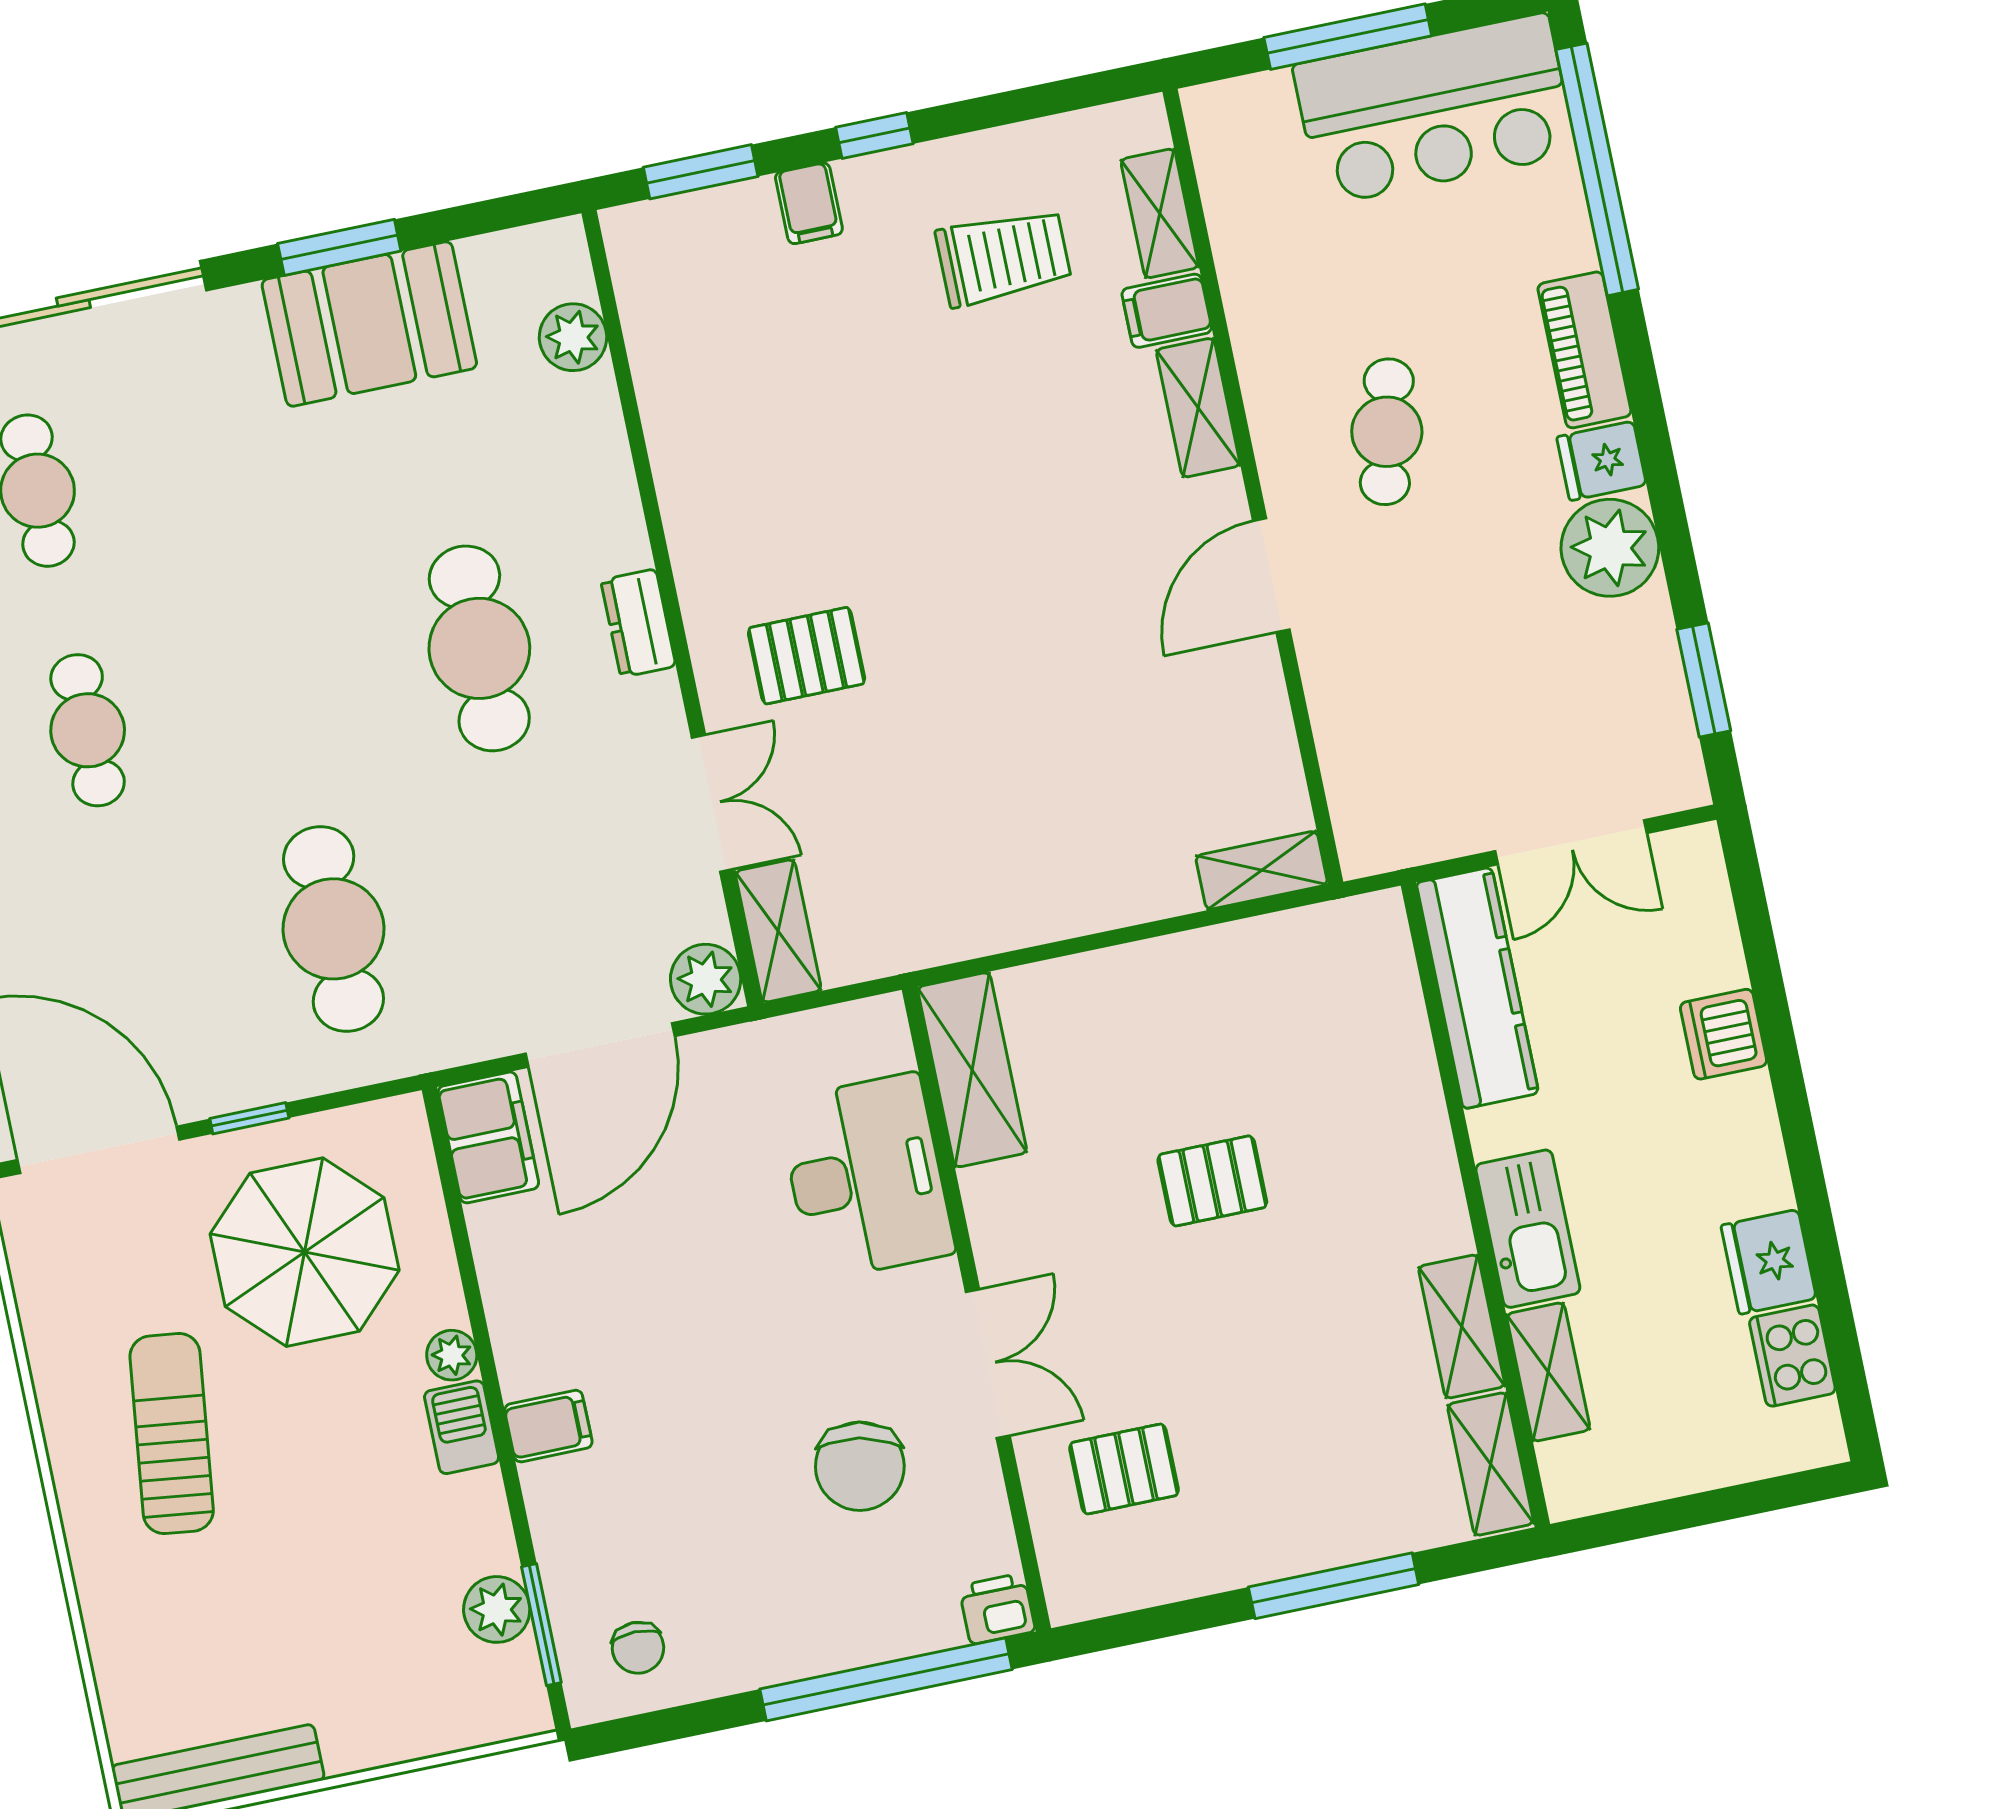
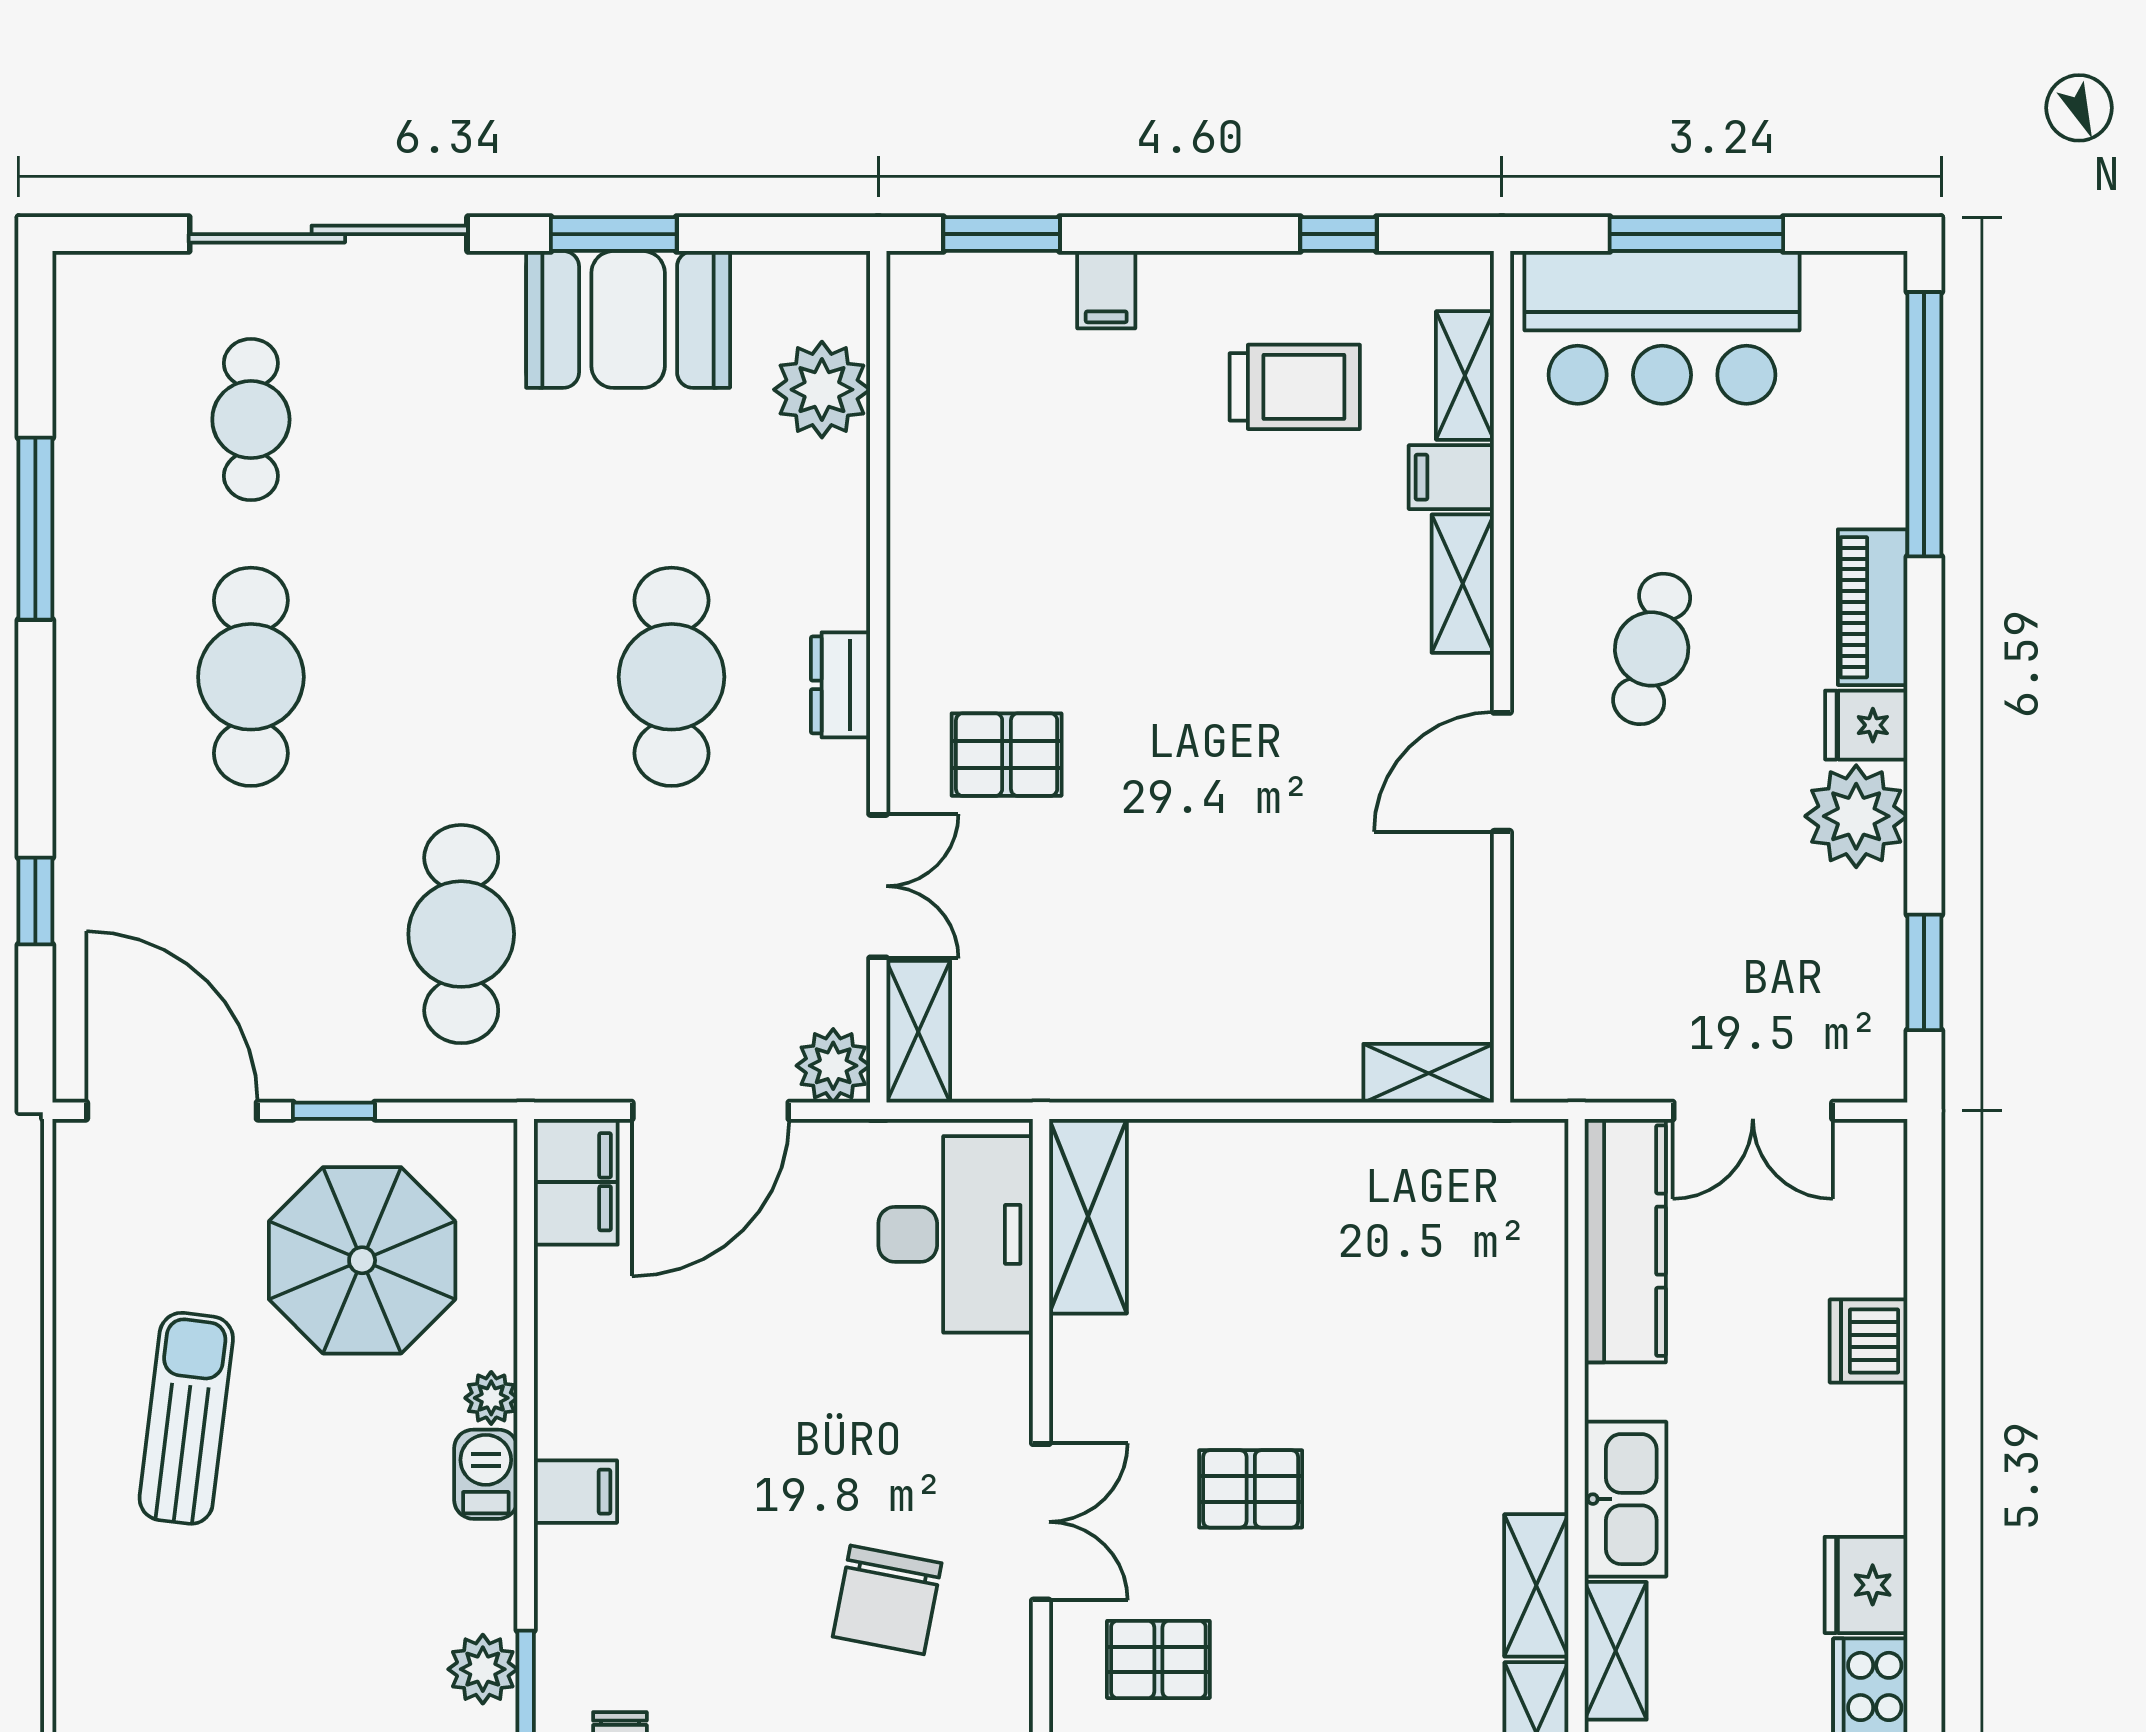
bar counter: (1434, 109) -> (1662, 327), moved
window: (874, 135) -> (1338, 234), moved
plant: (573, 337) -> (822, 390), width x1.36, depth x1.36
cafe table: (88, 730) -> (251, 677), width x1.37, depth x1.35
desk: (866, 1177) -> (956, 1234), moved
pallet: (1212, 1181) -> (1251, 1489), moved

